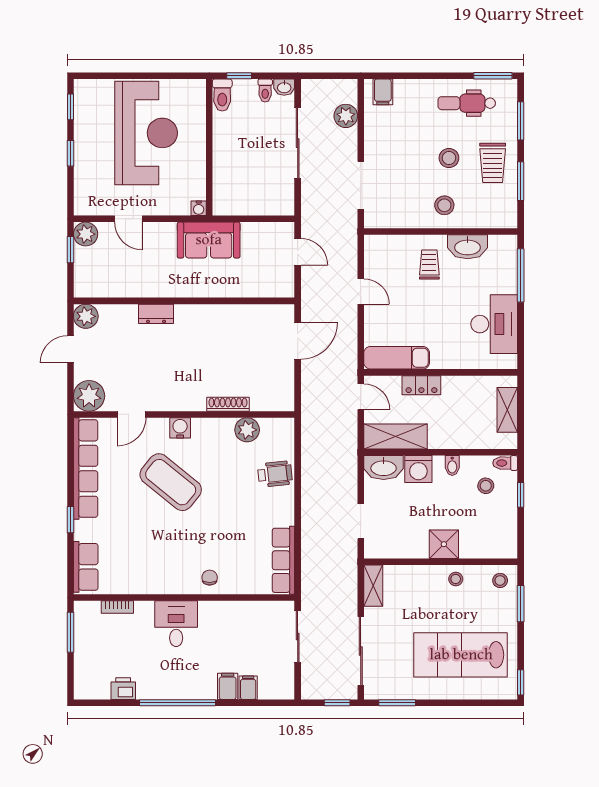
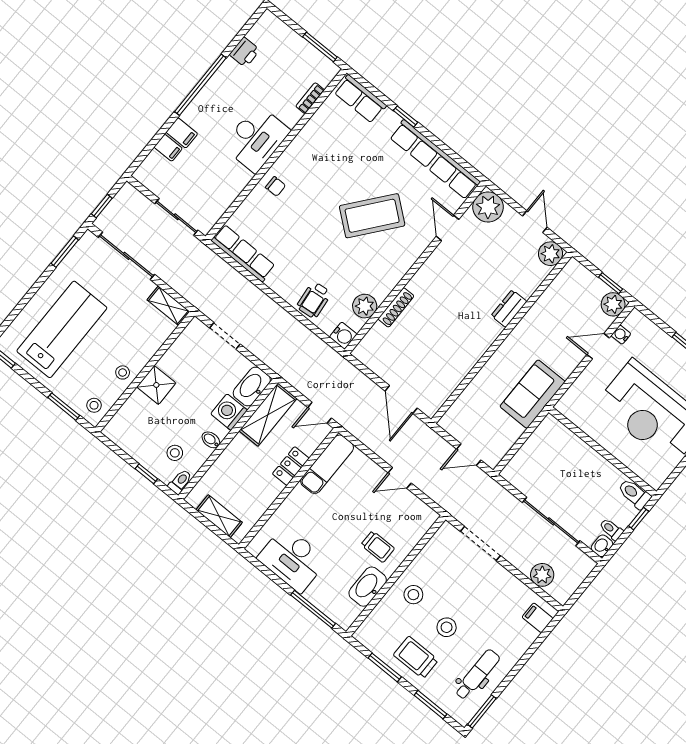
water cooler: (199, 208) -> (621, 335), moved
water cooler: (180, 428) -> (343, 336), moved
desk: (176, 624) -> (256, 139), width x1.37

